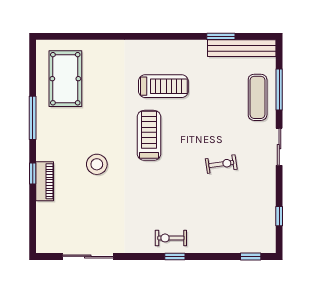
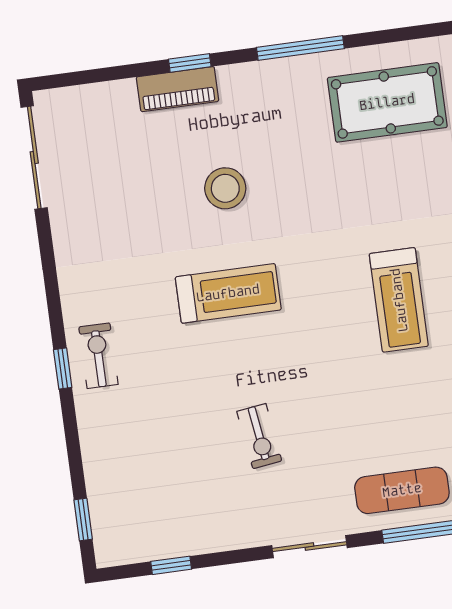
treadmill: (149, 135) -> (228, 293), moved
sliding door: (88, 256) -> (34, 157), moved

